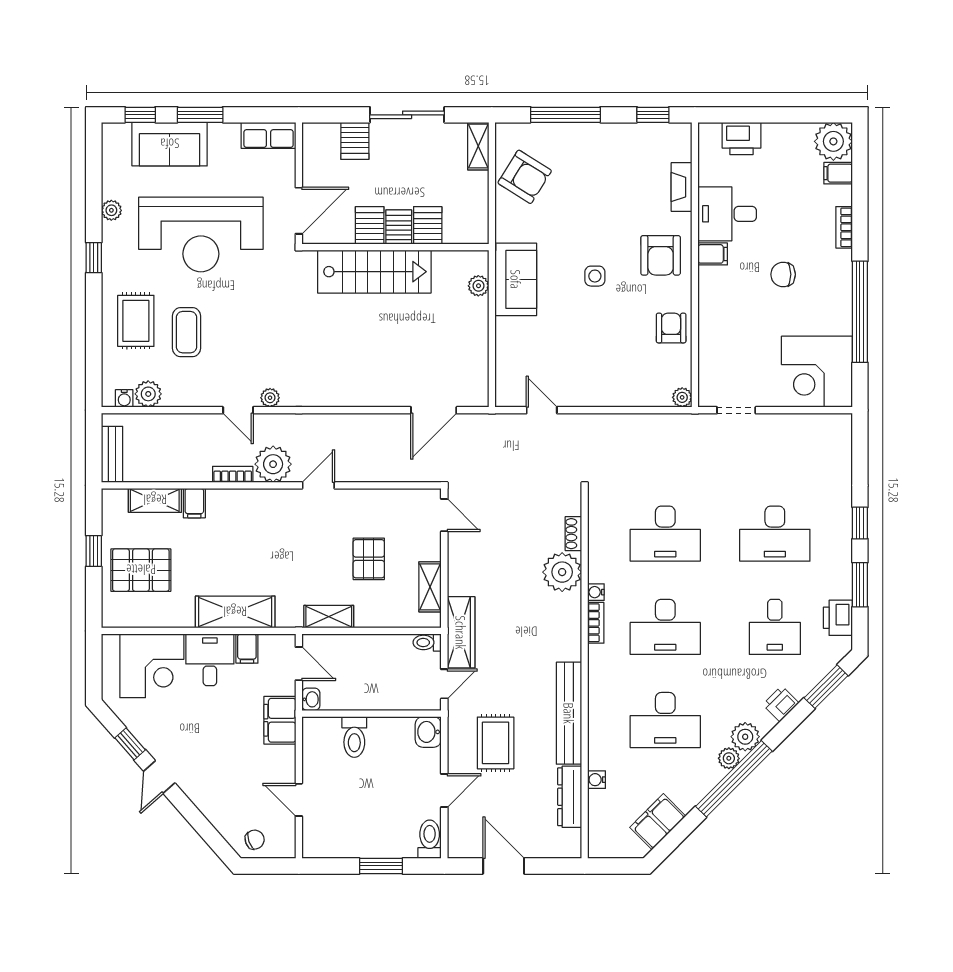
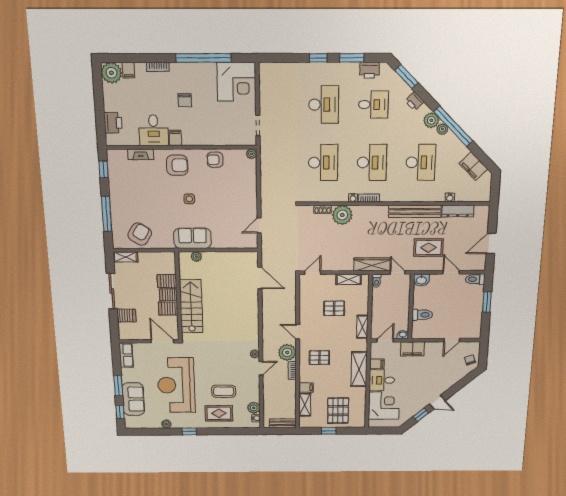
reception desk: (201, 234) -> (176, 385), turned 180
pallet: (261, 530) -> (319, 358), added

